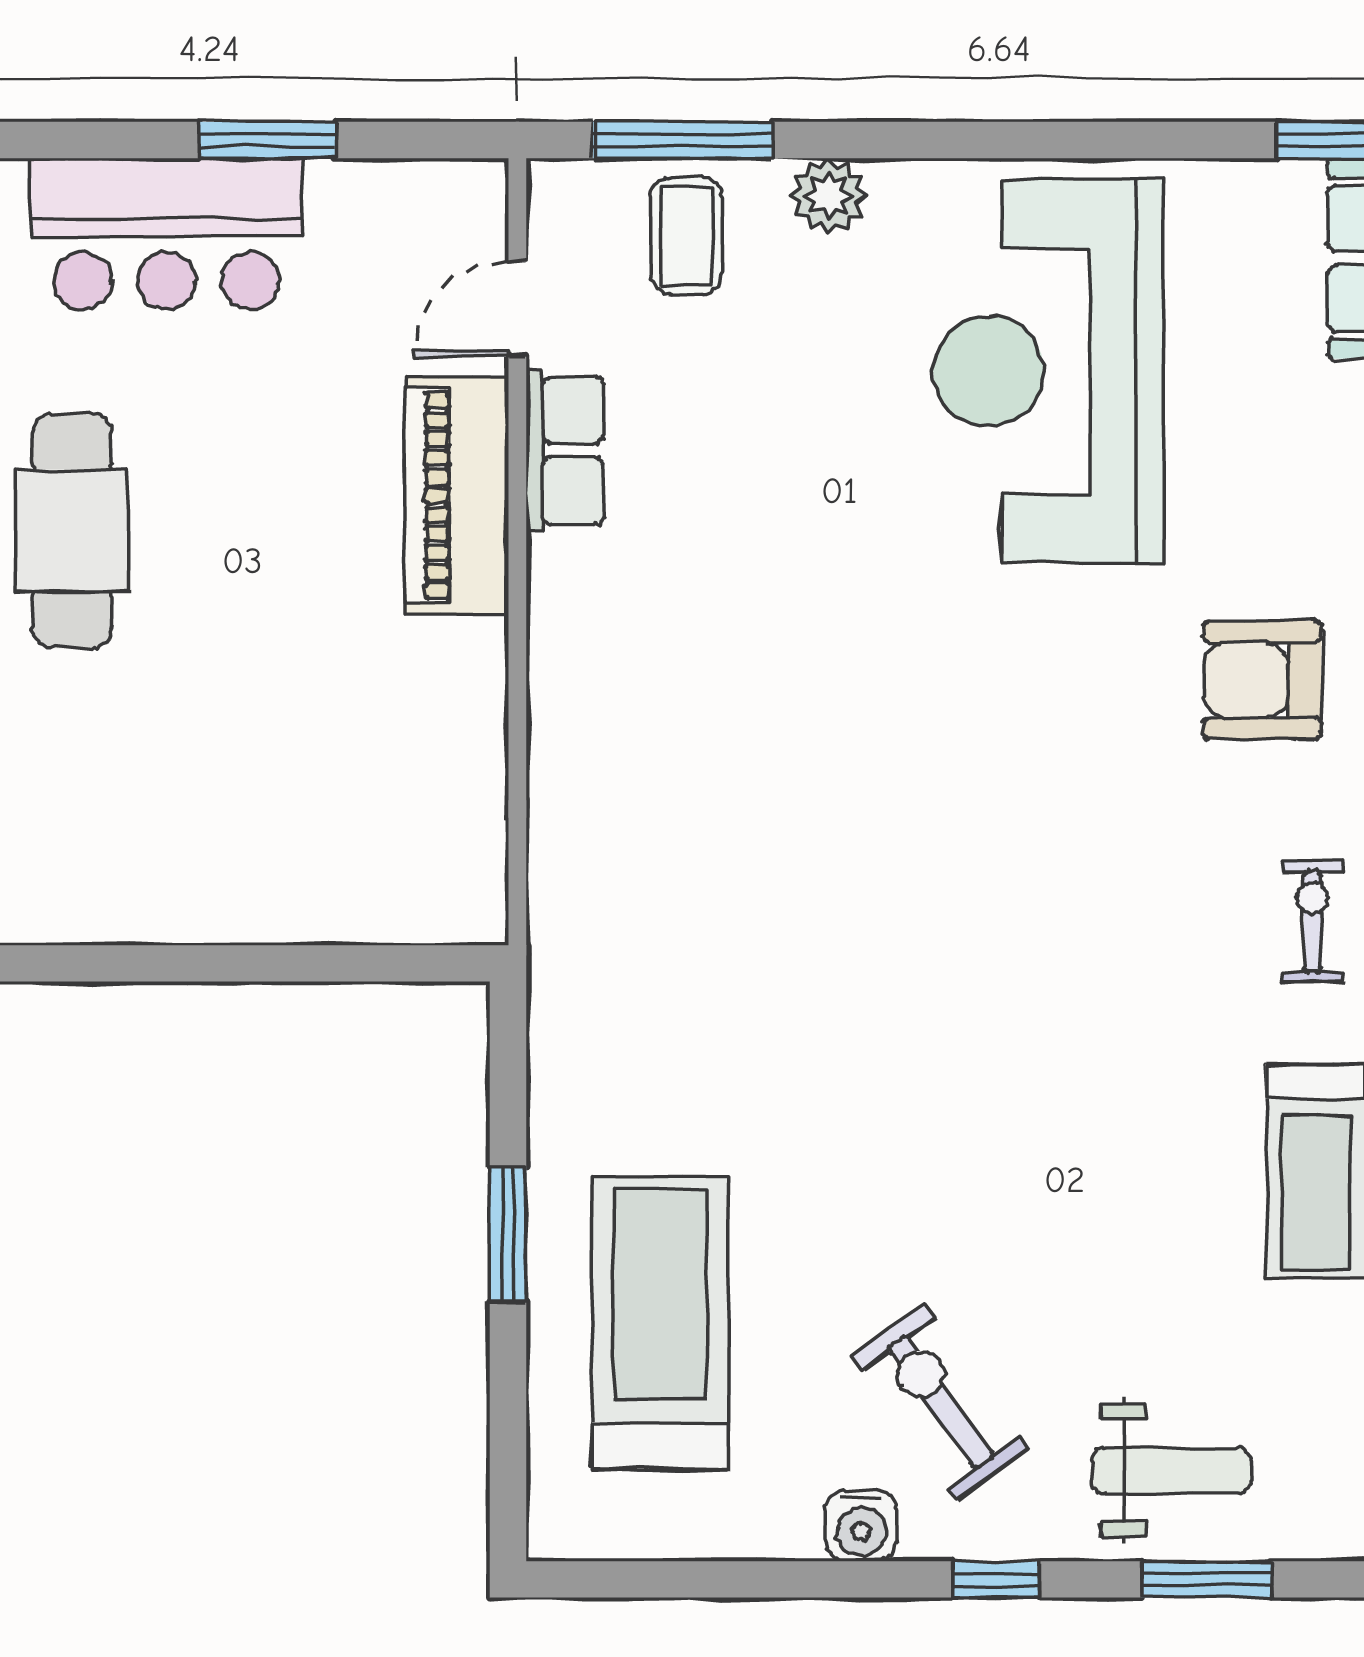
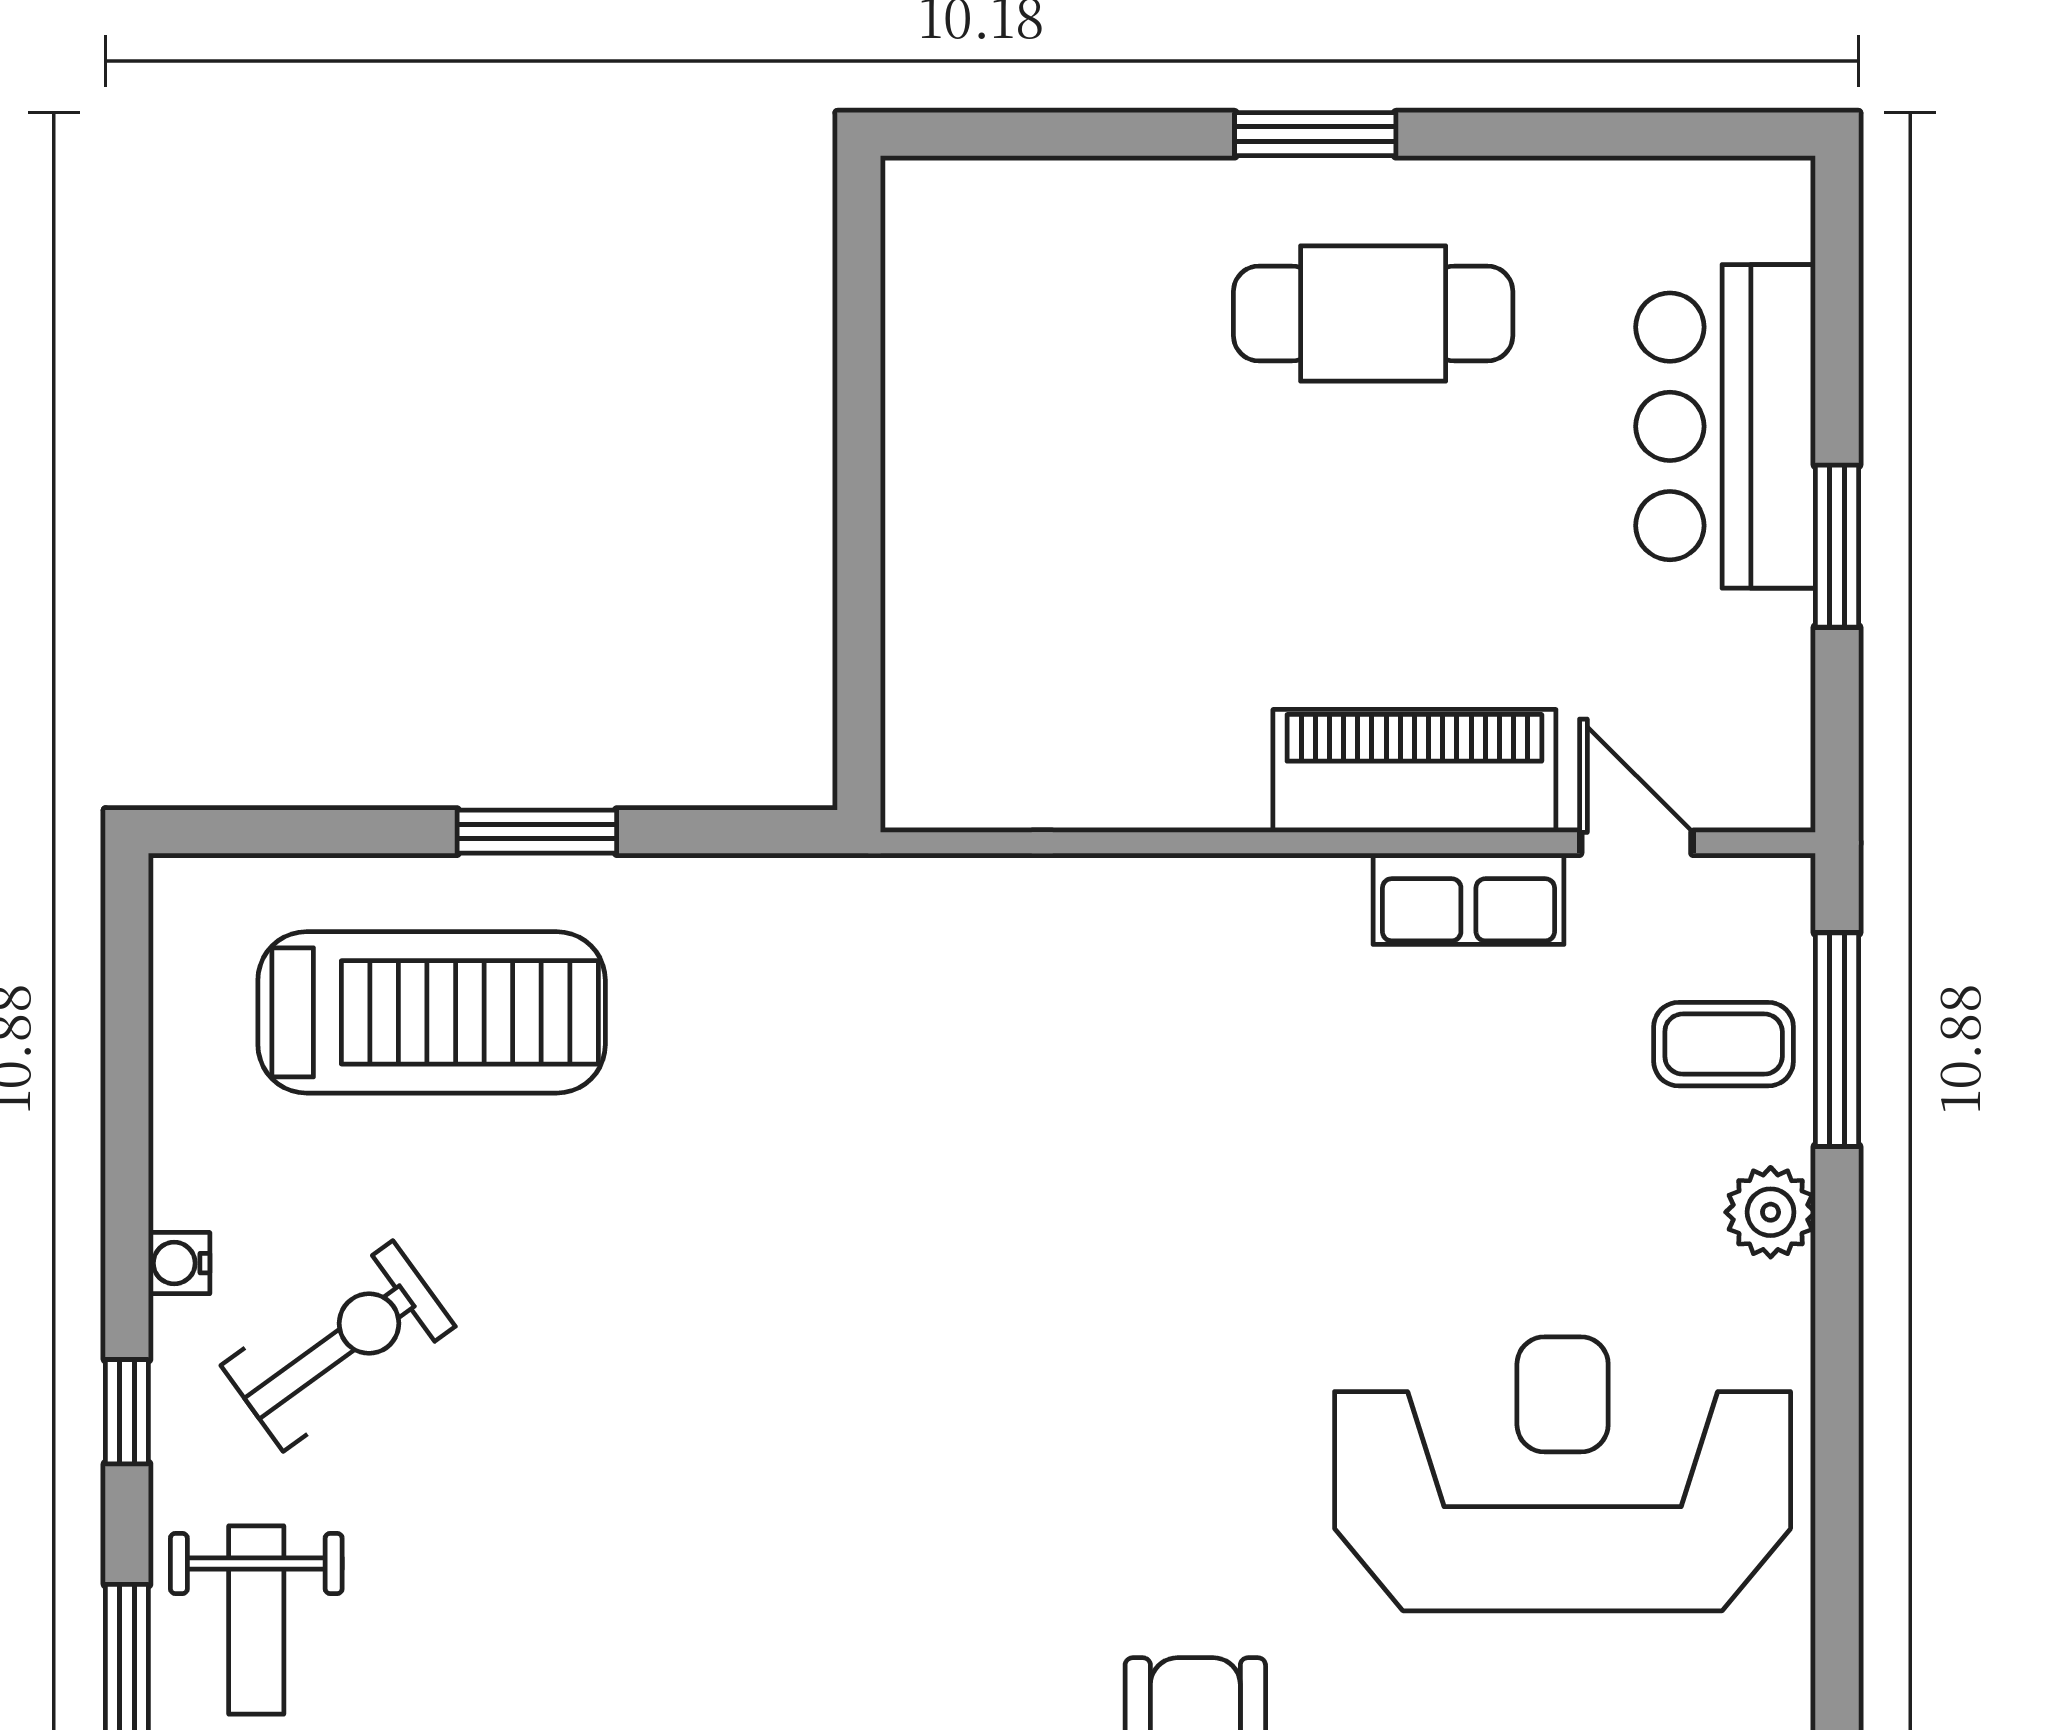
water cooler: (861, 1526) -> (179, 1263), width x0.72, depth x0.72

